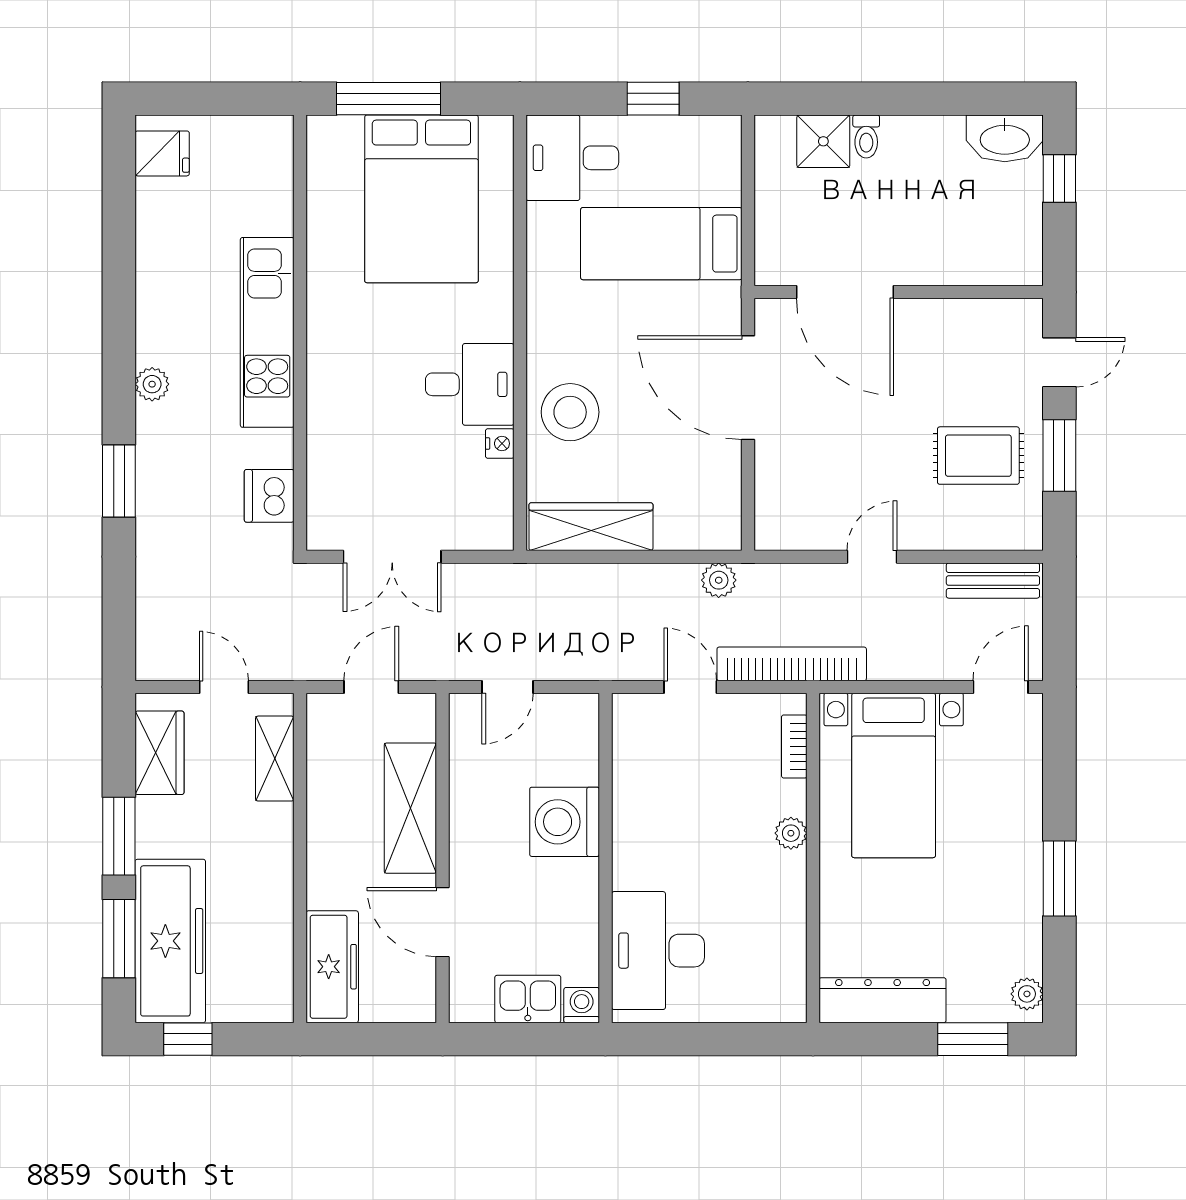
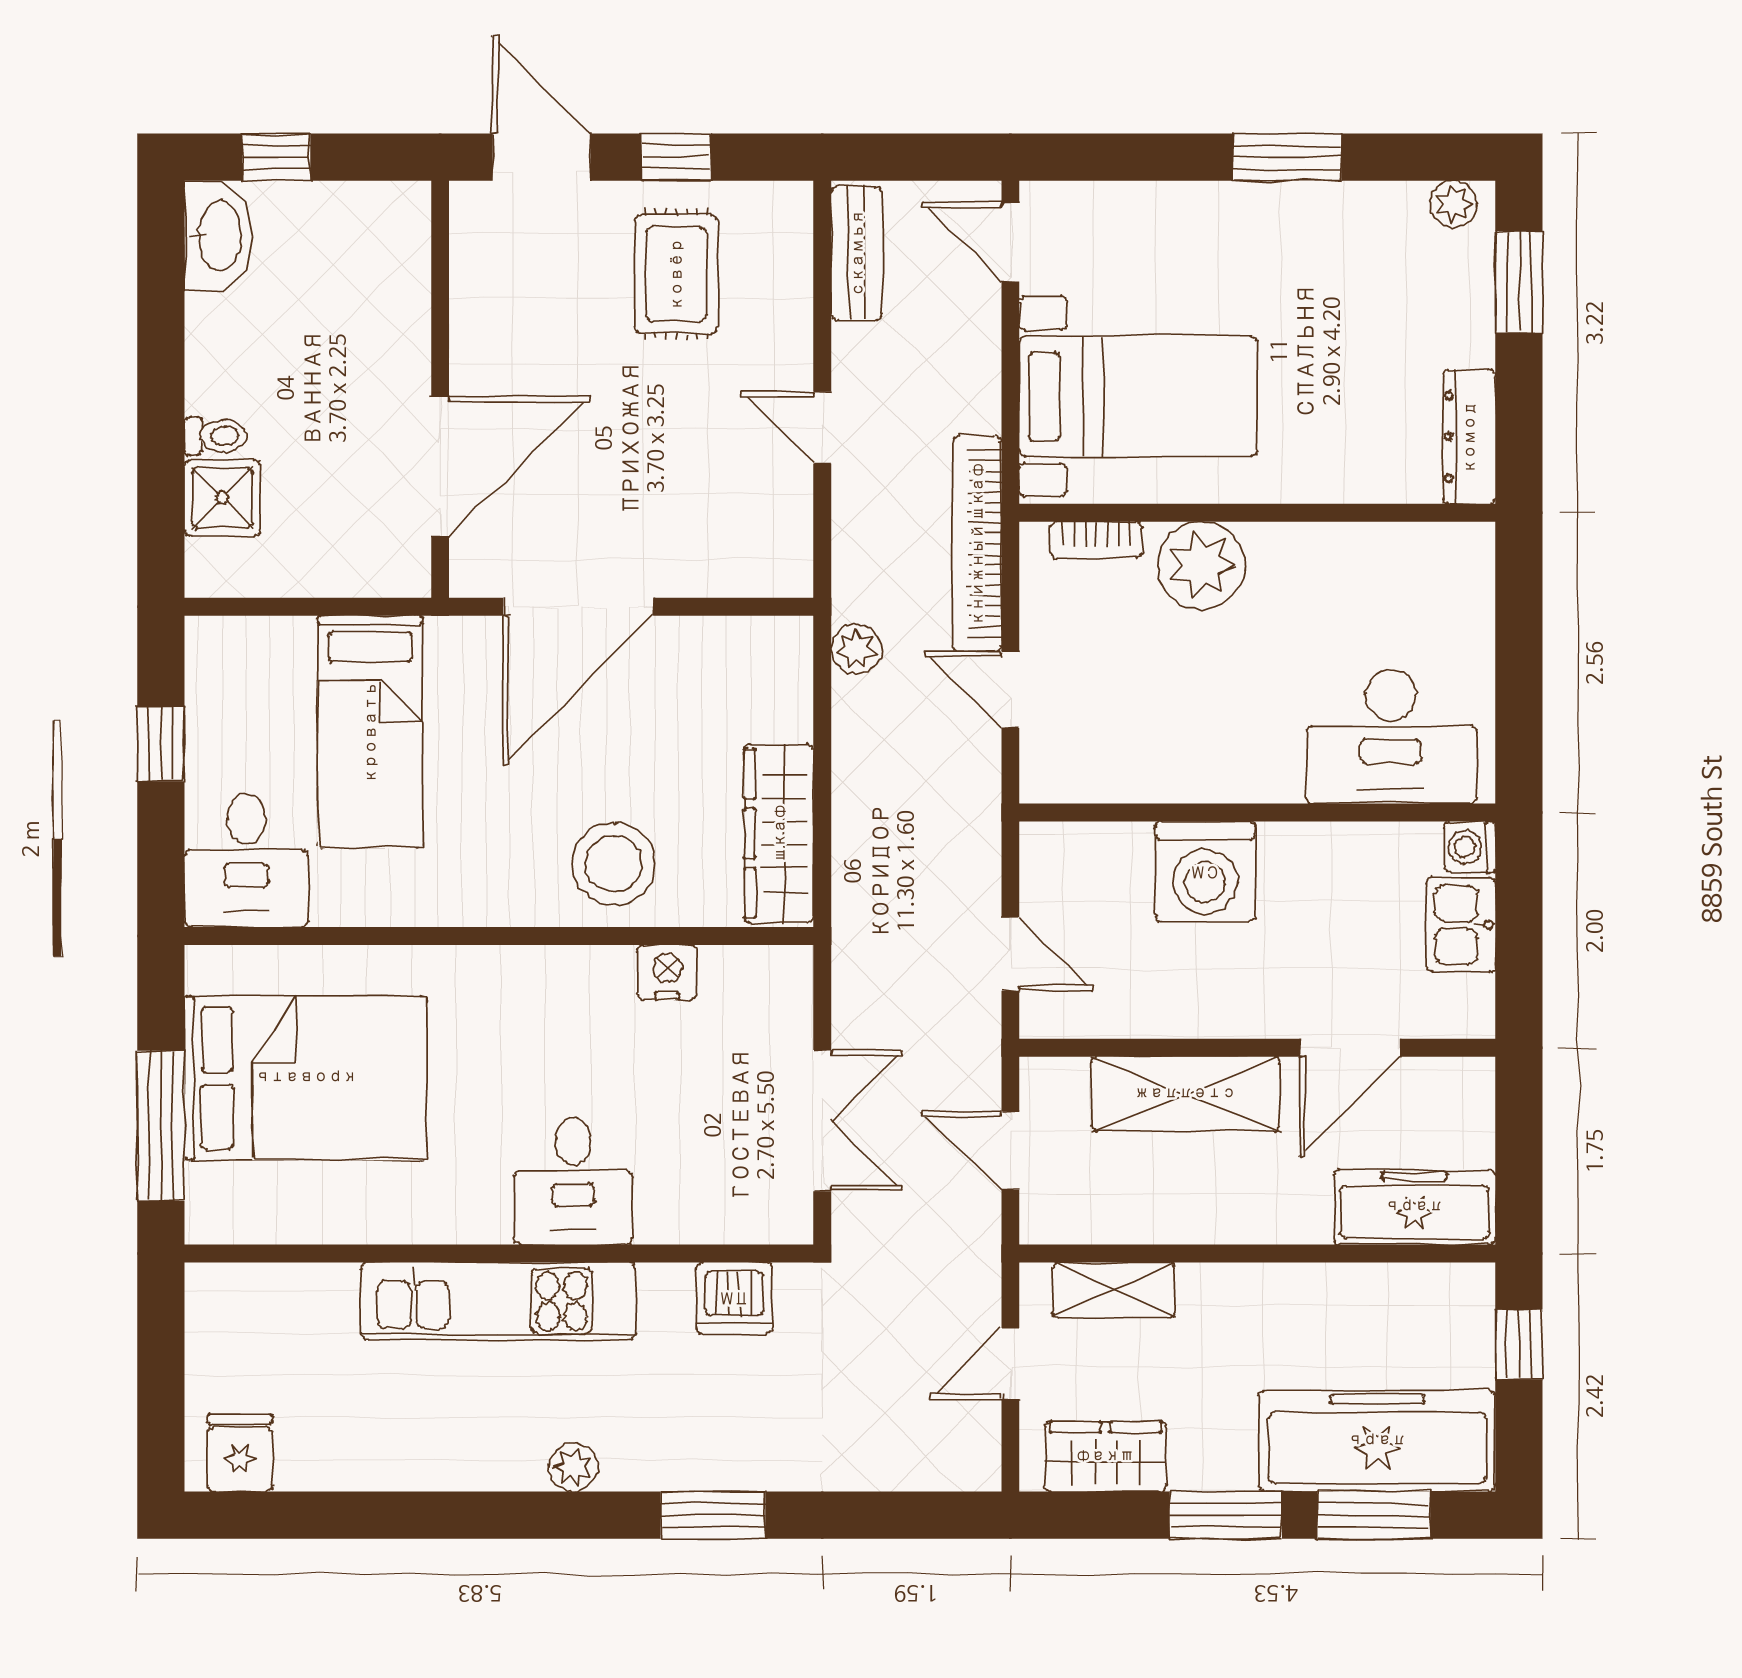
door: (1059, 362) -> (542, 157), width x1.38
desk: (470, 384) -> (573, 1181), moved, turned 180
nightstand: (500, 443) -> (667, 972), width x1.39, depth x1.35
window: (1059, 456) -> (676, 157), width x0.67
door: (690, 687) -> (1010, 690), hinge flipped
plant: (791, 833) -> (1201, 565), width x1.88, depth x1.88
dresser: (883, 1000) -> (1469, 437), width x0.73, depth x0.80
window: (188, 1039) -> (1519, 1344), moved

